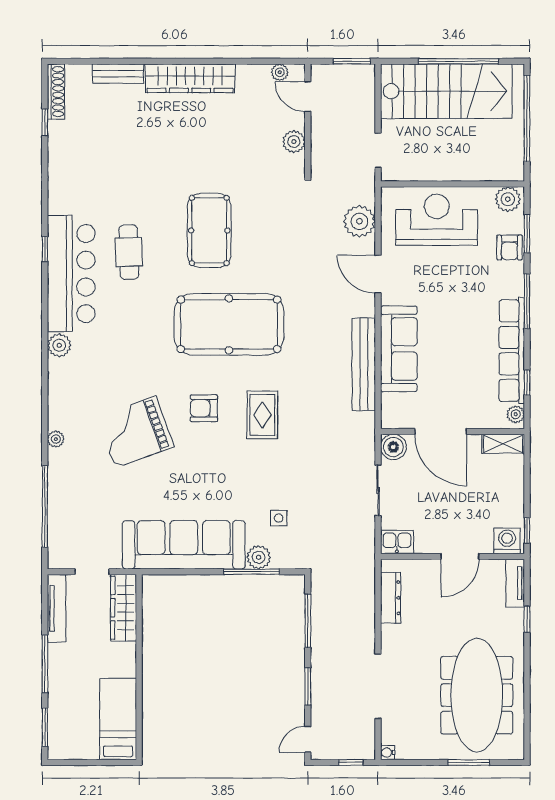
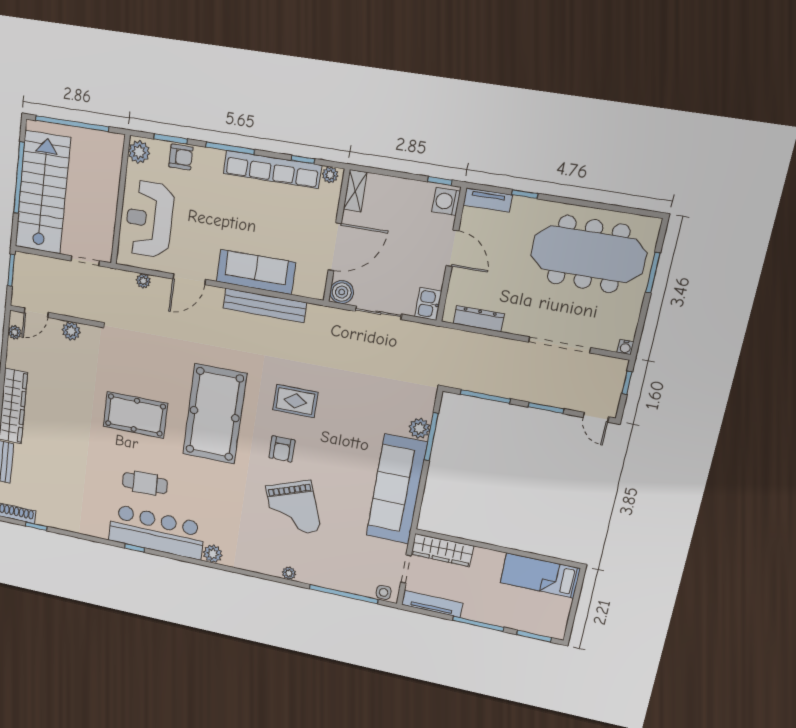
plant: (359, 221) -> (143, 281), width x0.53, depth x0.53
side table: (279, 518) -> (384, 592), moved

